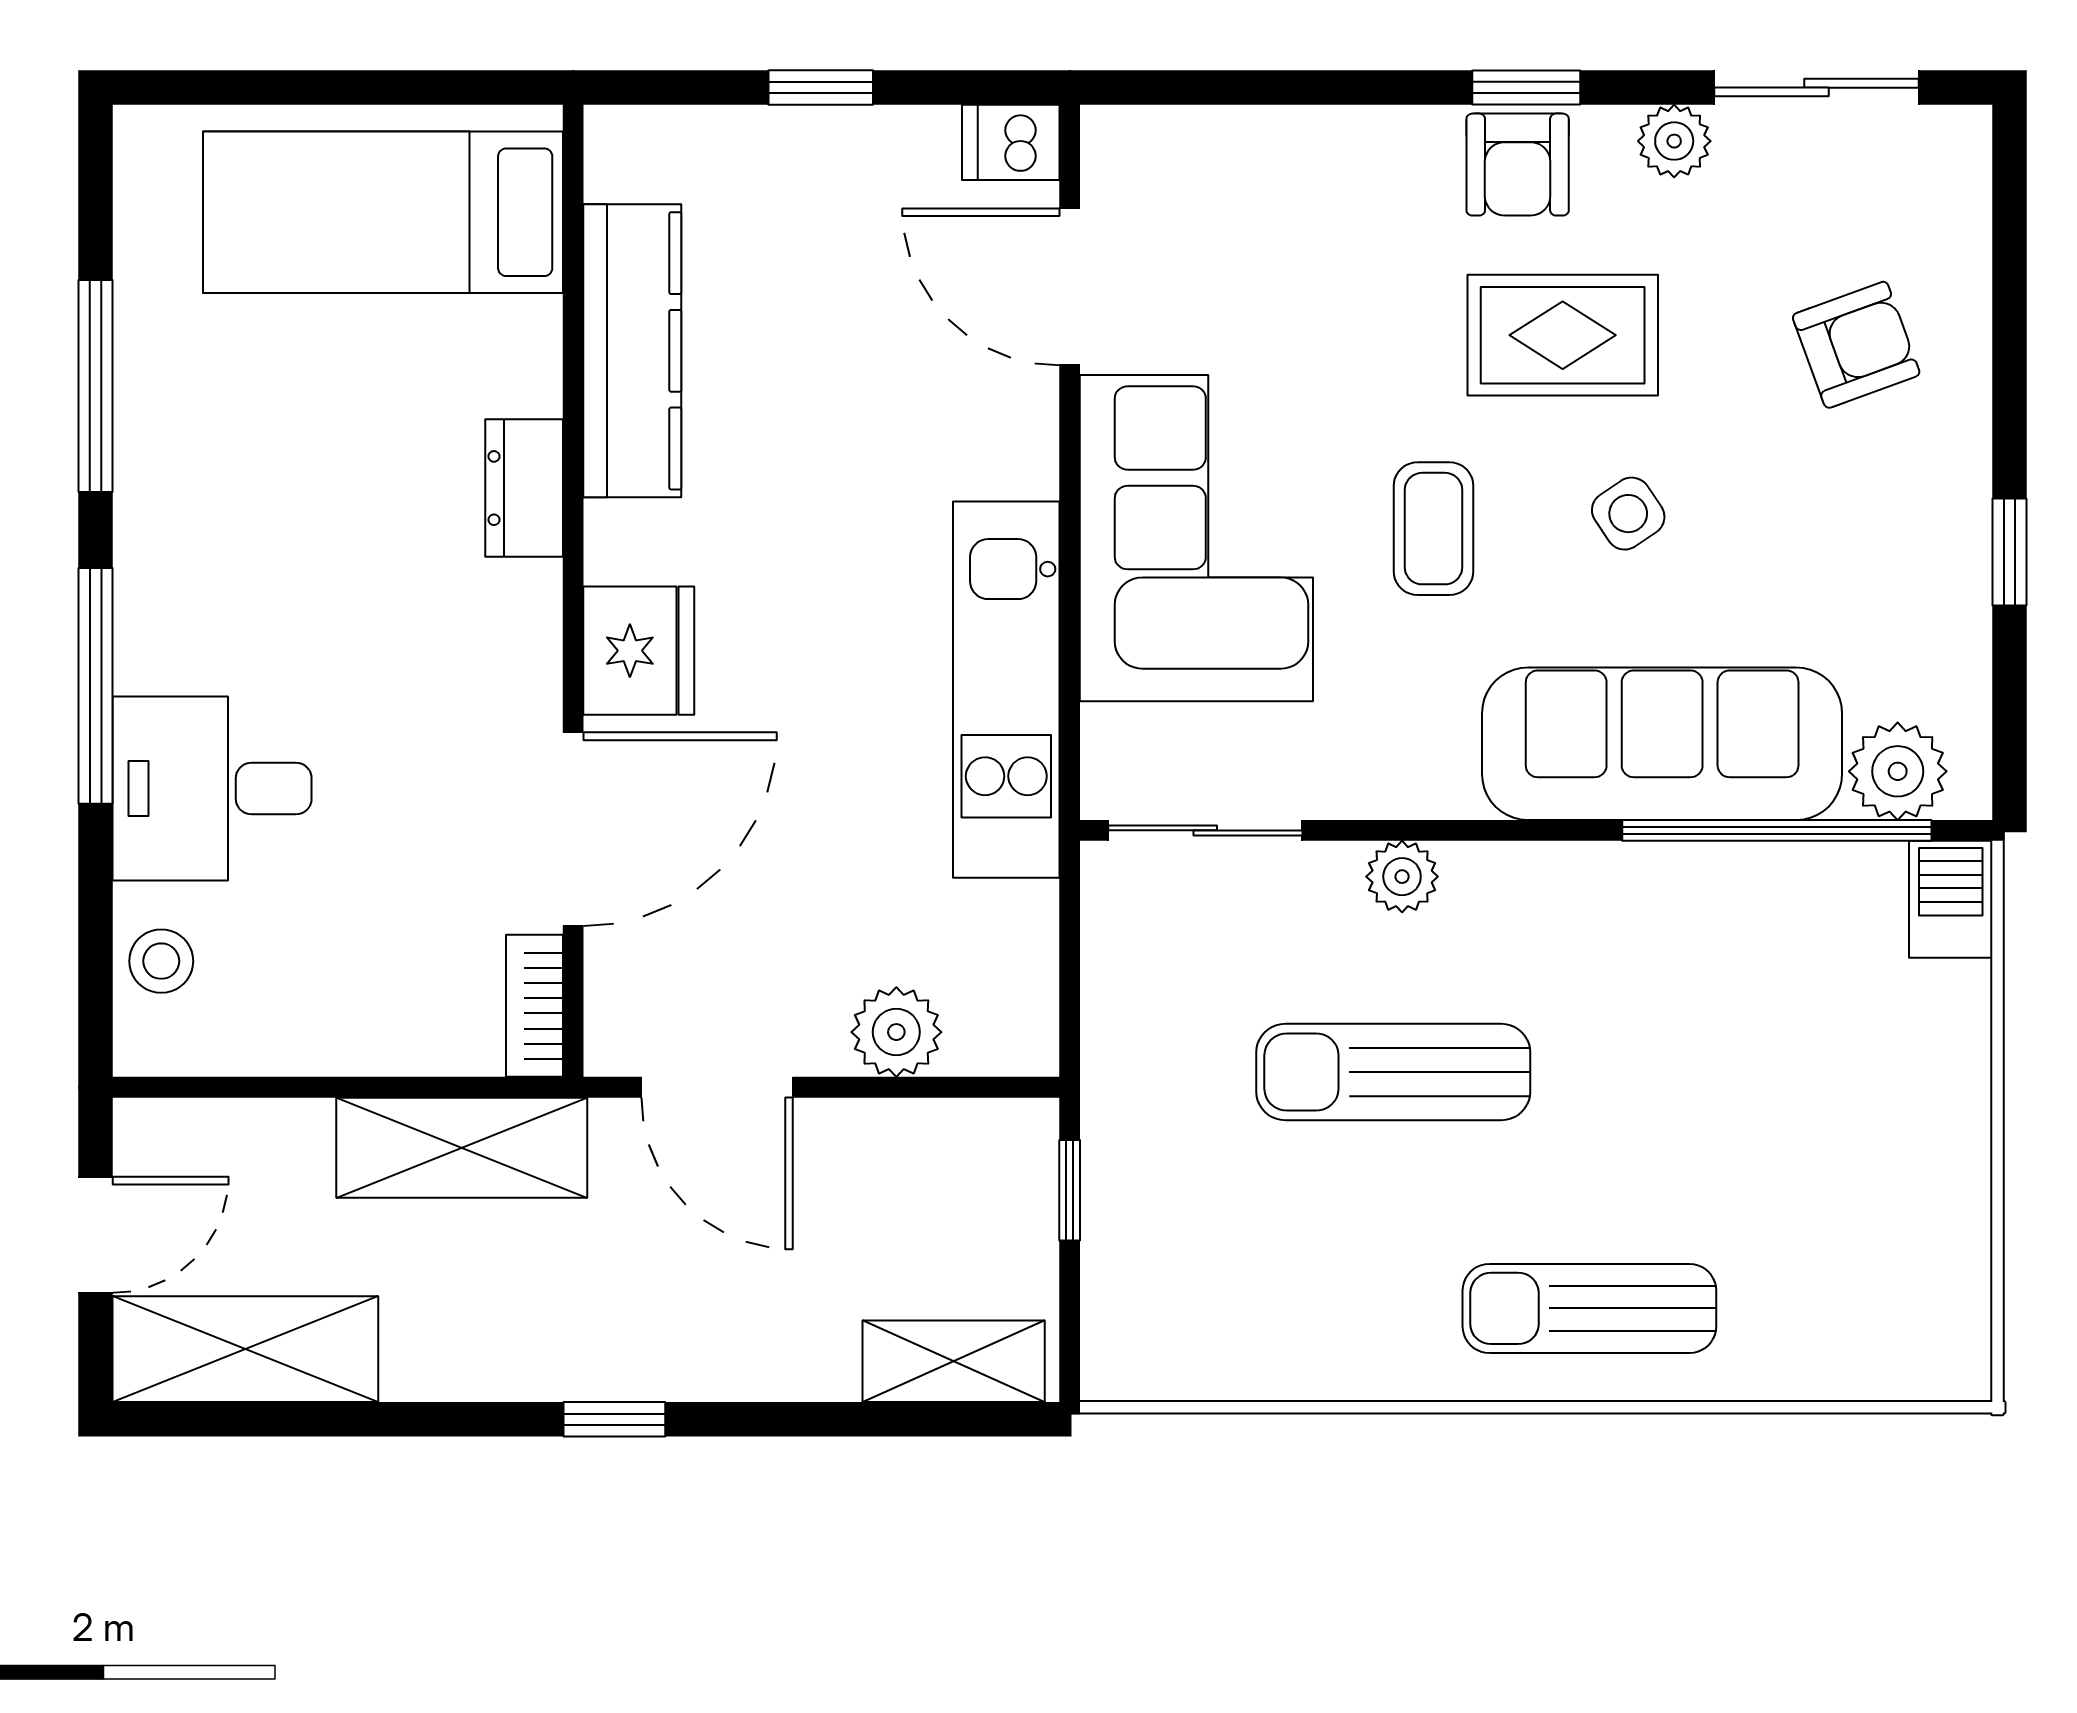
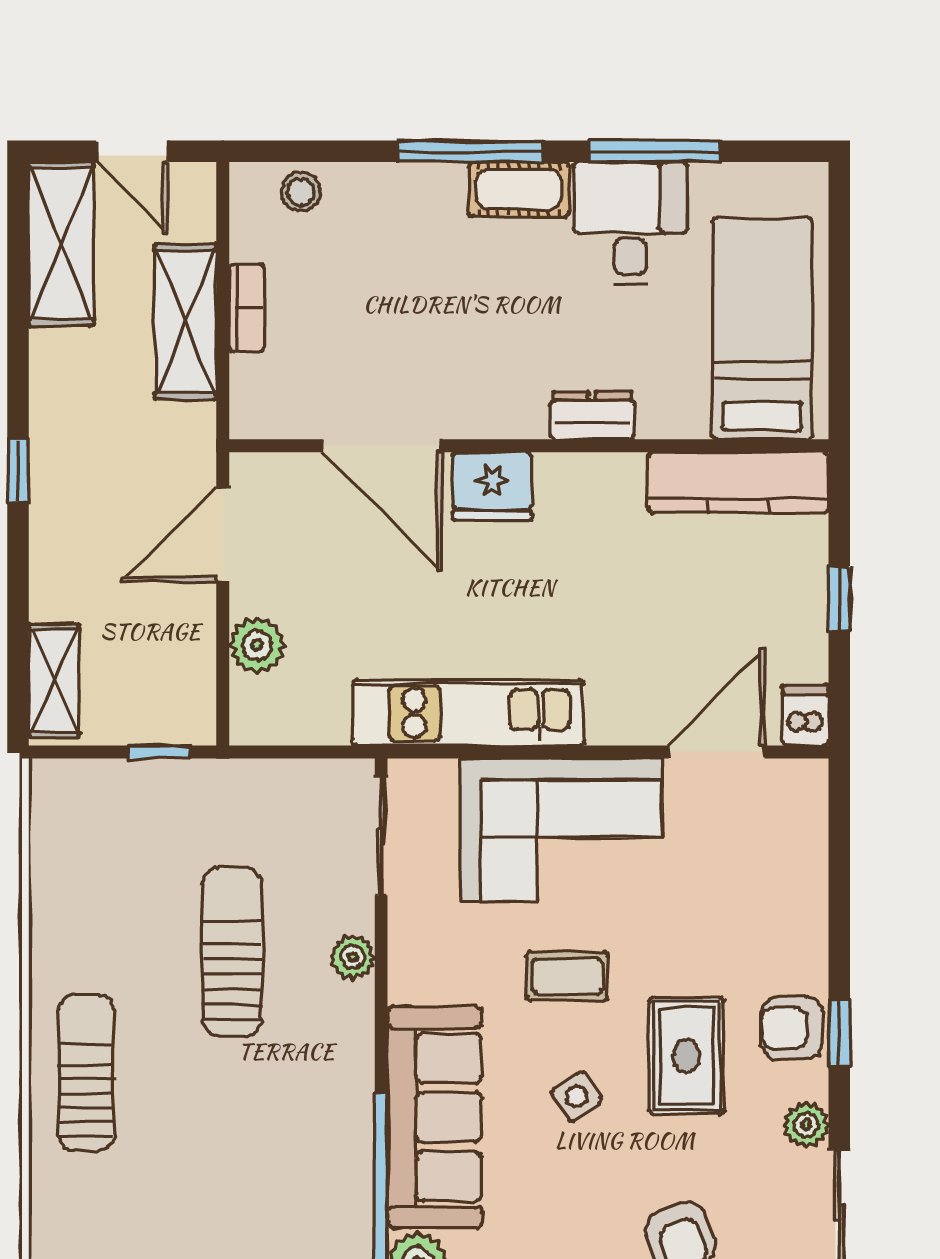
kitchen counter: (632, 351) -> (738, 482), moved
cot: (157, 607) -> (519, 189), added
desk: (212, 789) -> (630, 223), moved
bookcase: (534, 1006) -> (247, 308), moved, turned 90
shelving: (462, 1148) -> (186, 322), moved

